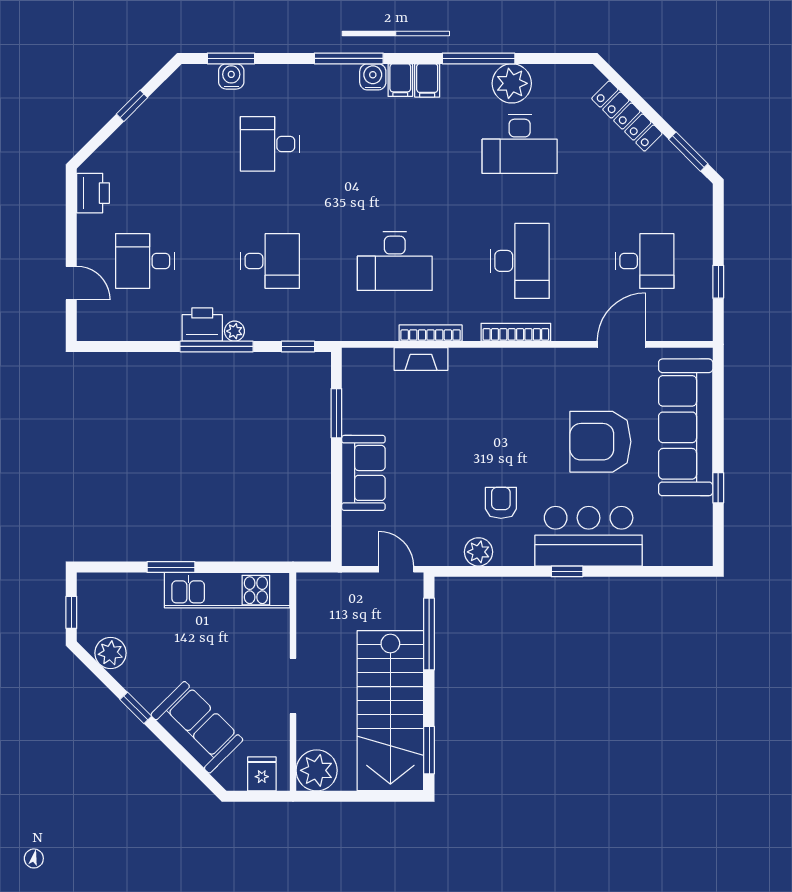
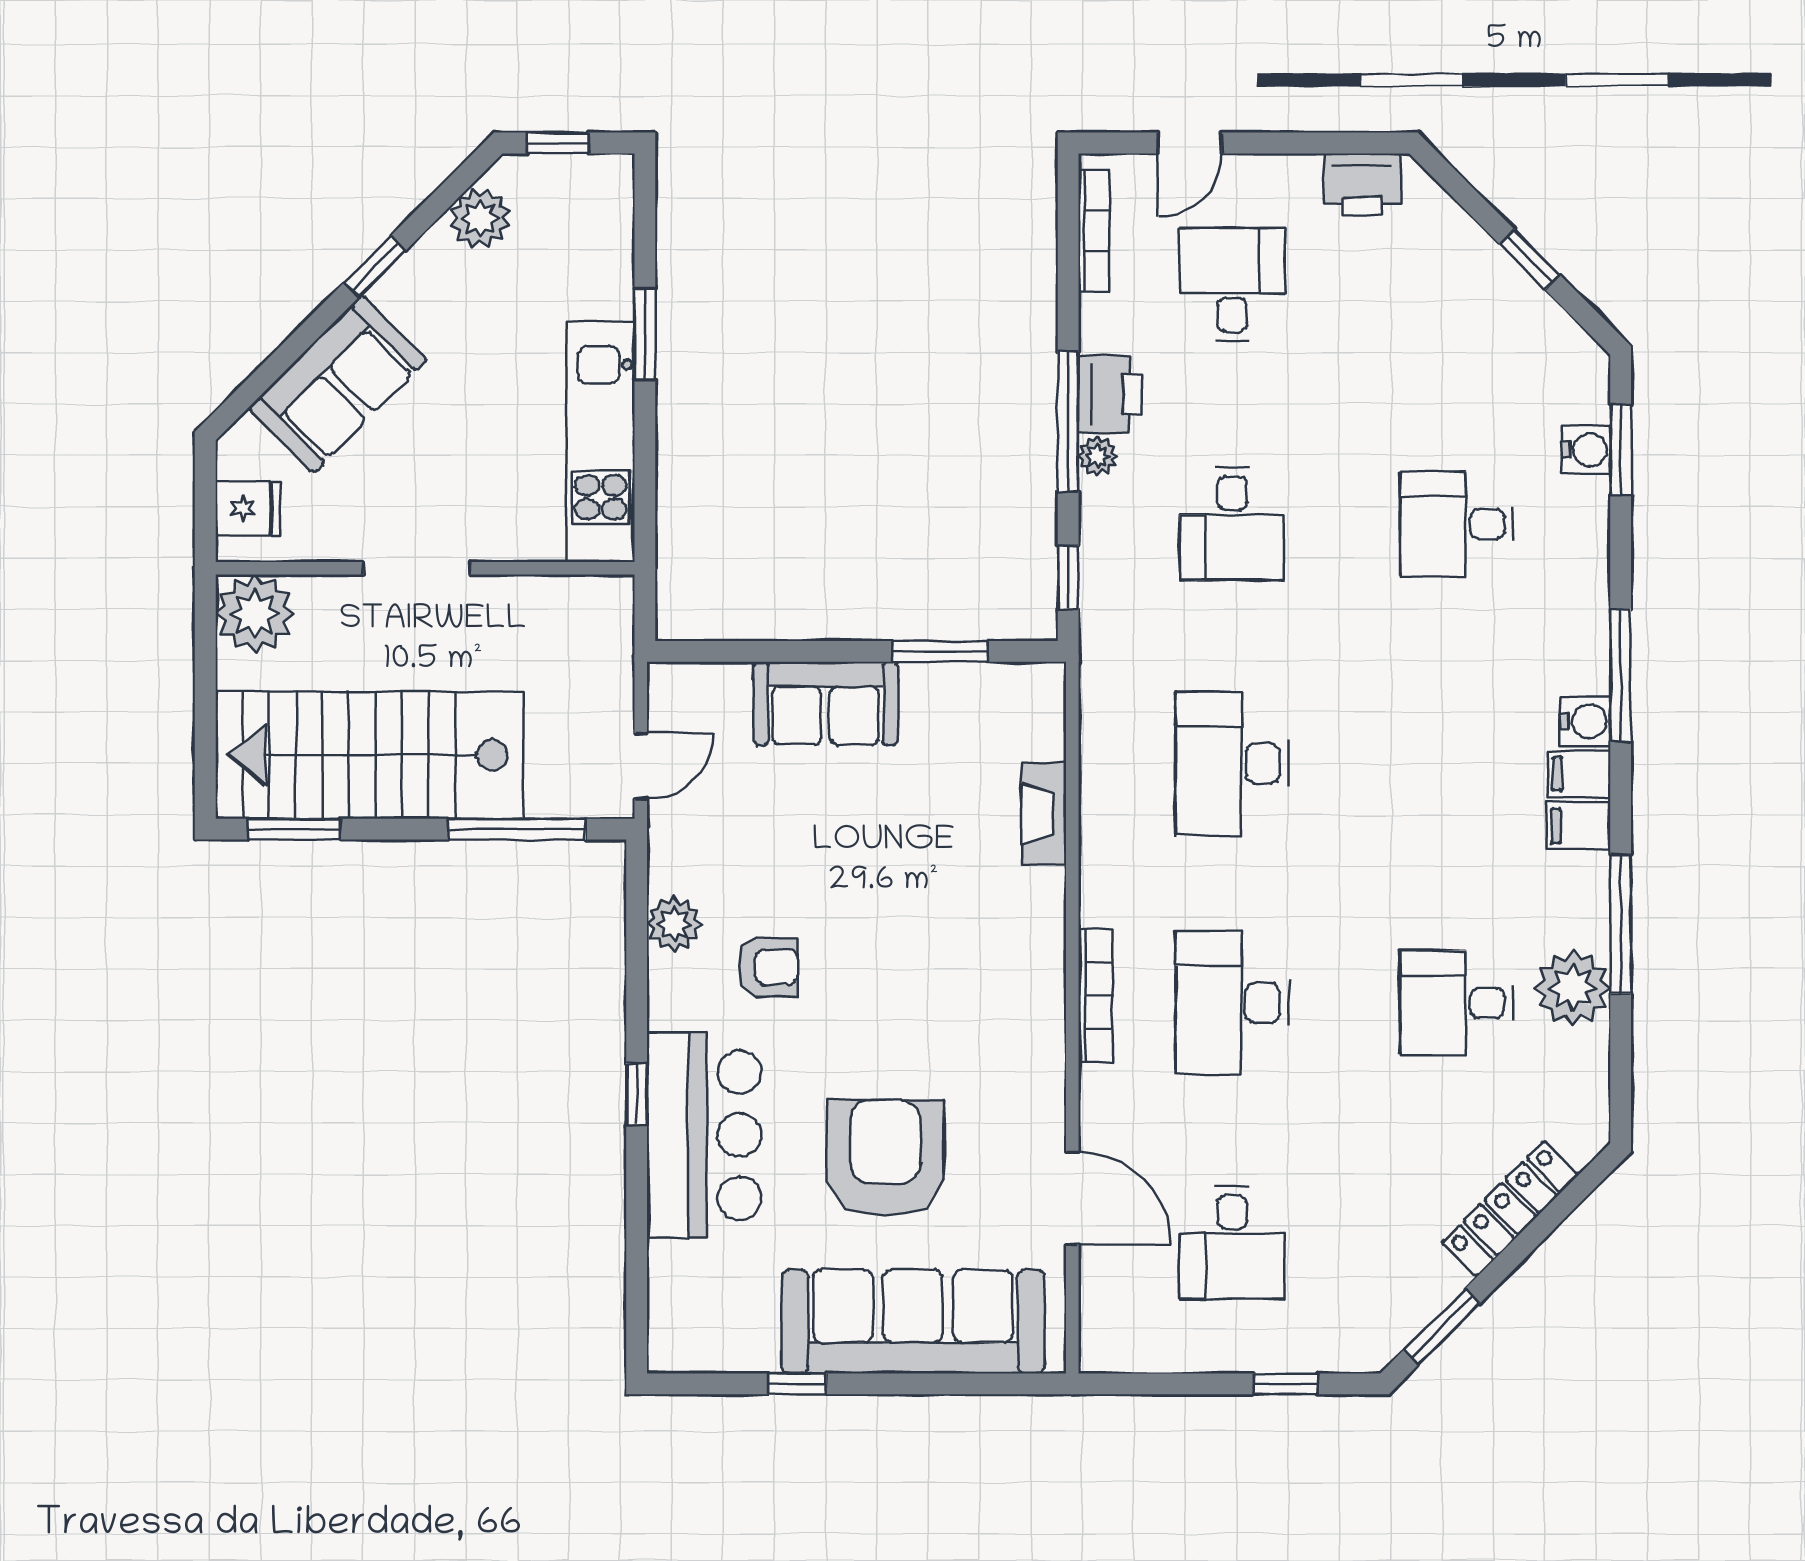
desk: (270, 144) -> (1457, 524), turned -90
desk: (520, 144) -> (1457, 1003), width x0.73
desk: (520, 261) -> (1232, 1003), turned 90
window: (718, 282) -> (1286, 1384), moved
bookcase: (431, 333) -> (1094, 231), moved

